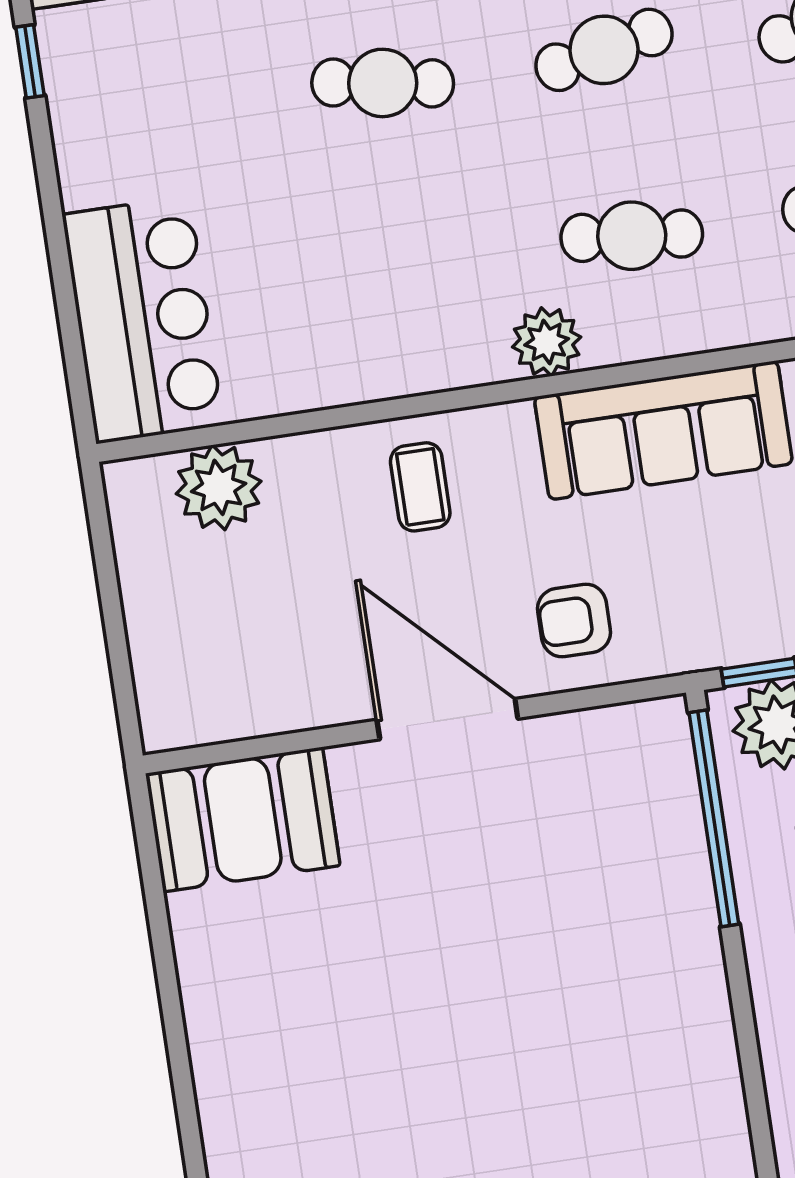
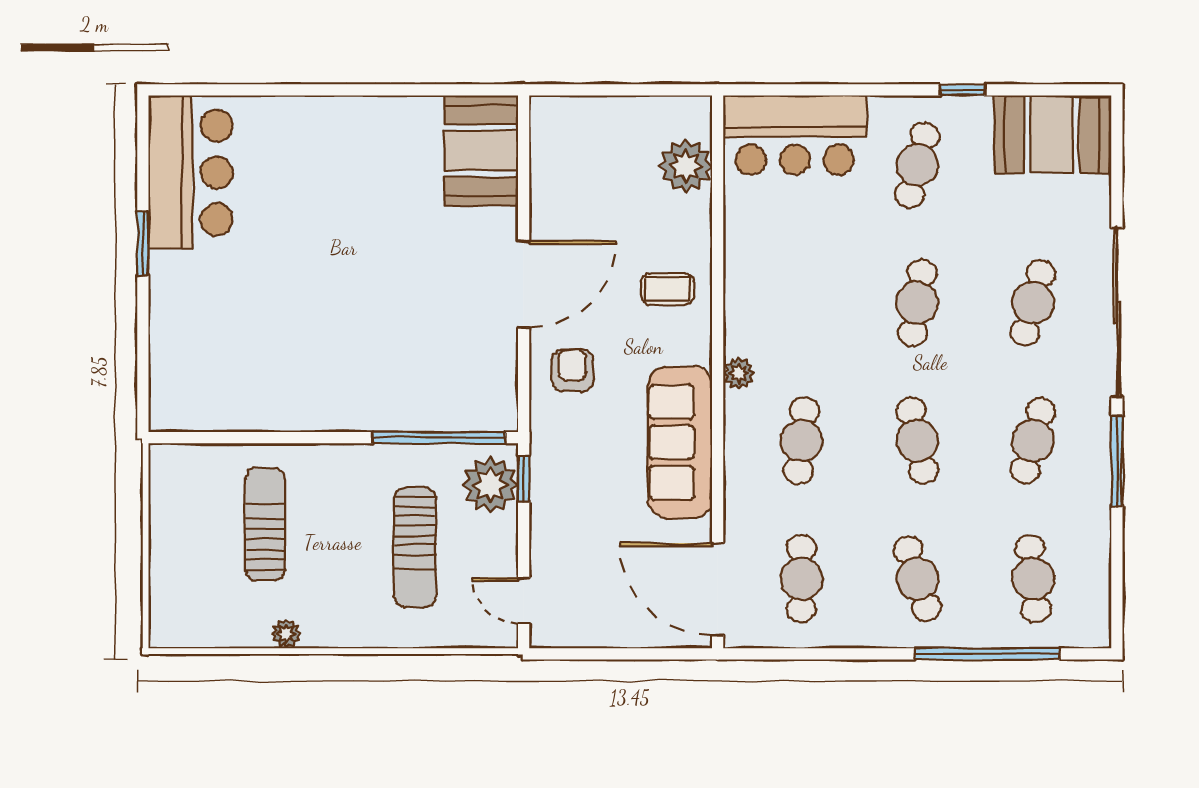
cafe table: (161, 116) -> (917, 165), added
plant: (547, 342) -> (739, 373), width x0.73, depth x0.73

